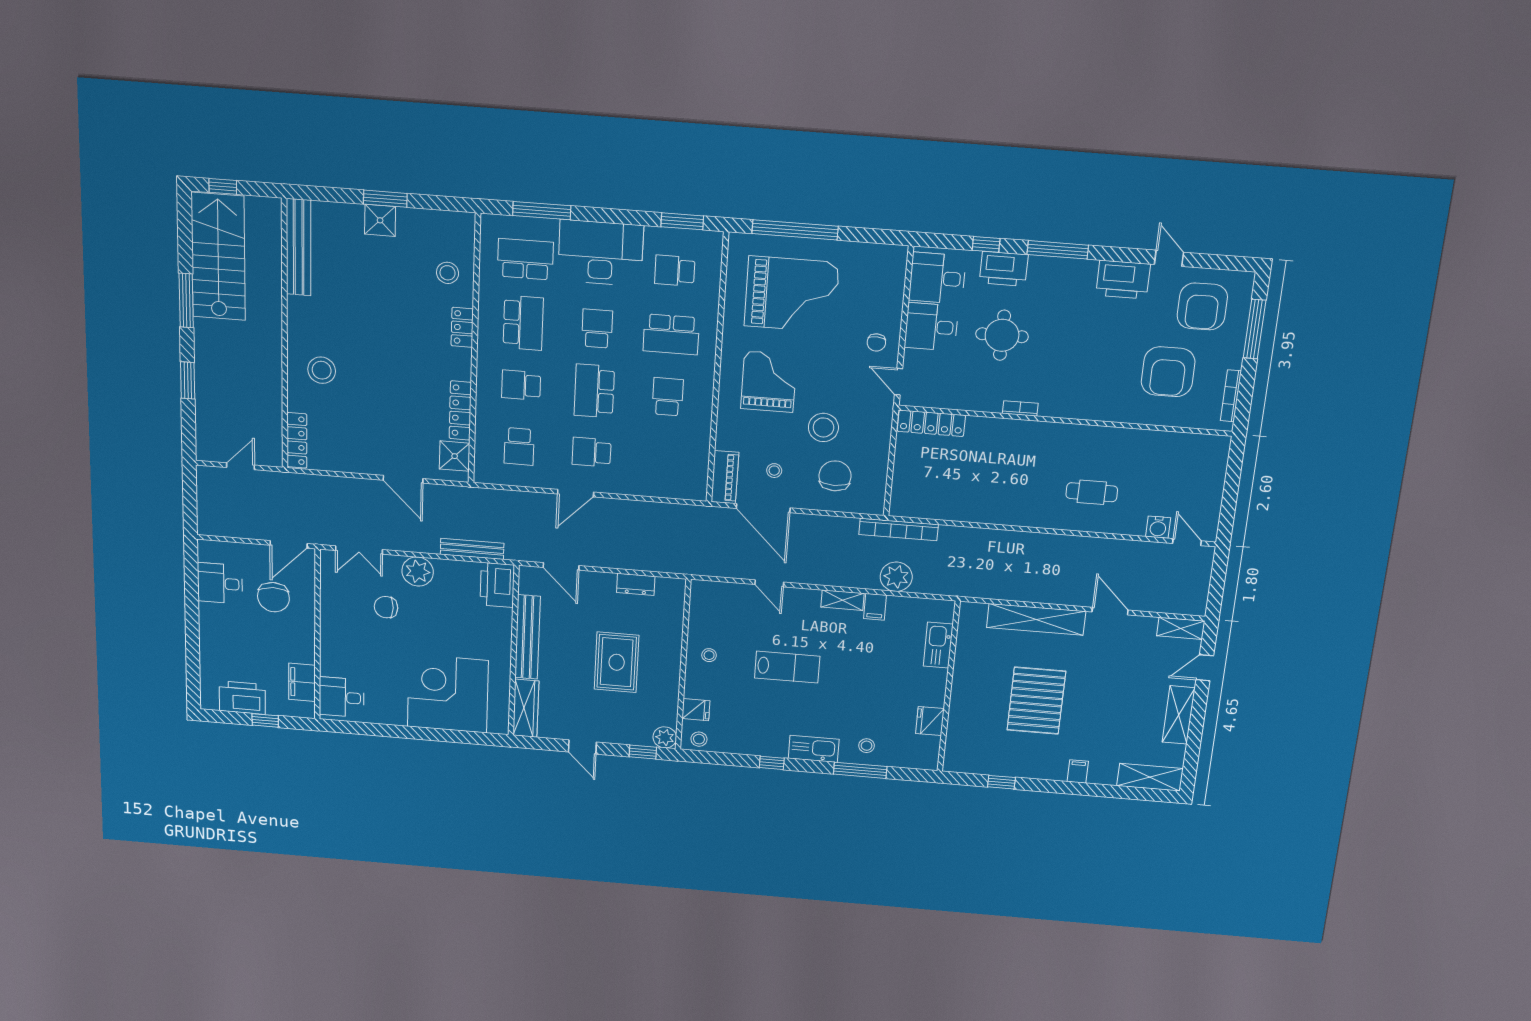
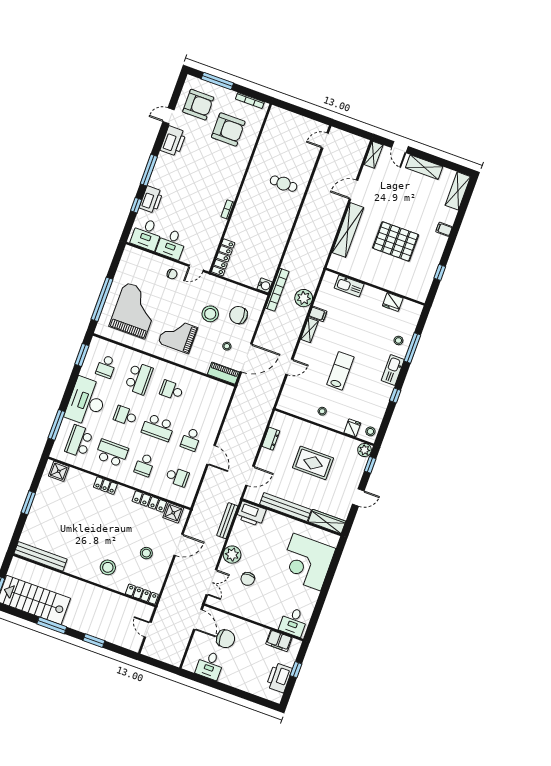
shower: (380, 220) -> (59, 471), moved
stool: (448, 273) -> (146, 553), moved
round table: (1002, 335) -> (186, 209), removed
cafe table: (1092, 492) -> (284, 184), turned 90
water cooler: (1158, 527) -> (265, 285), moved

